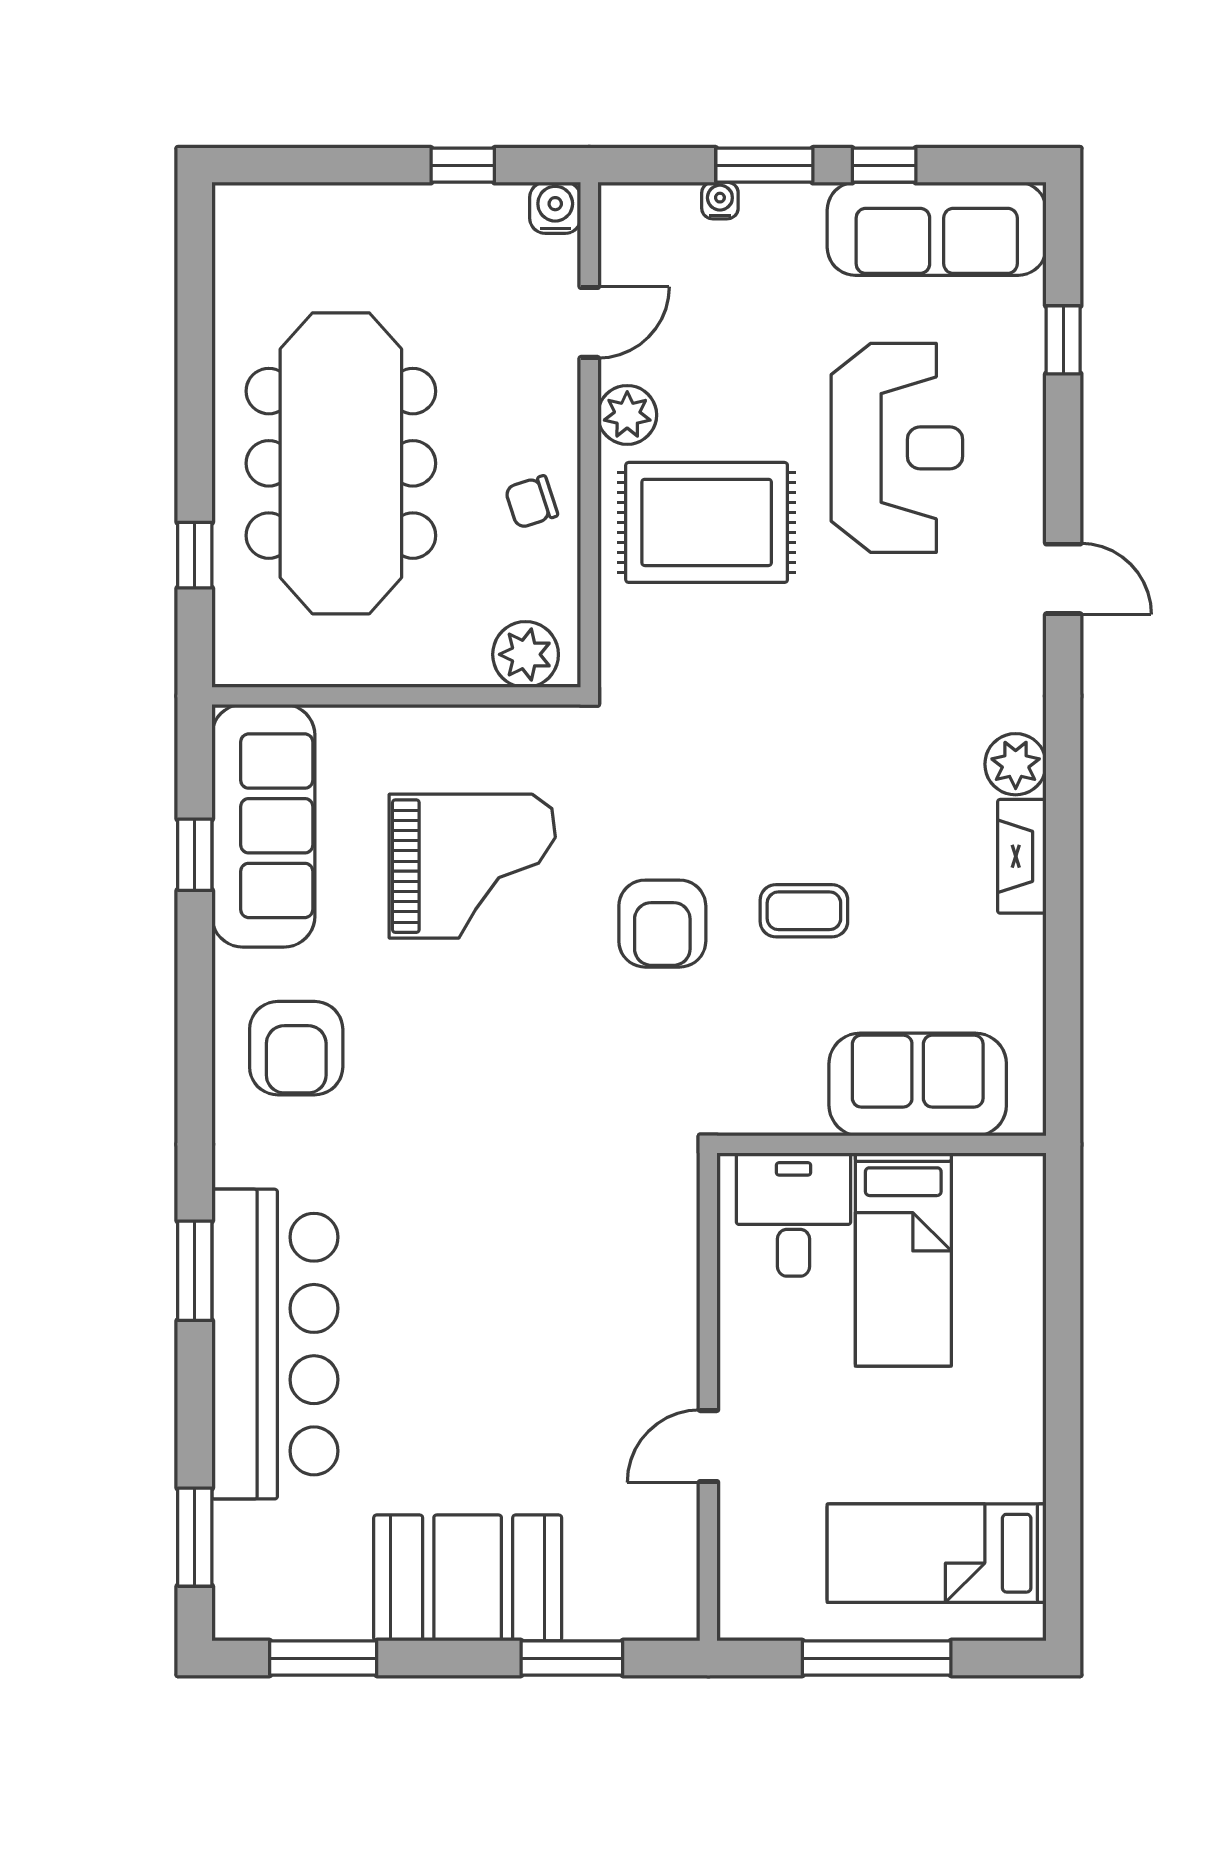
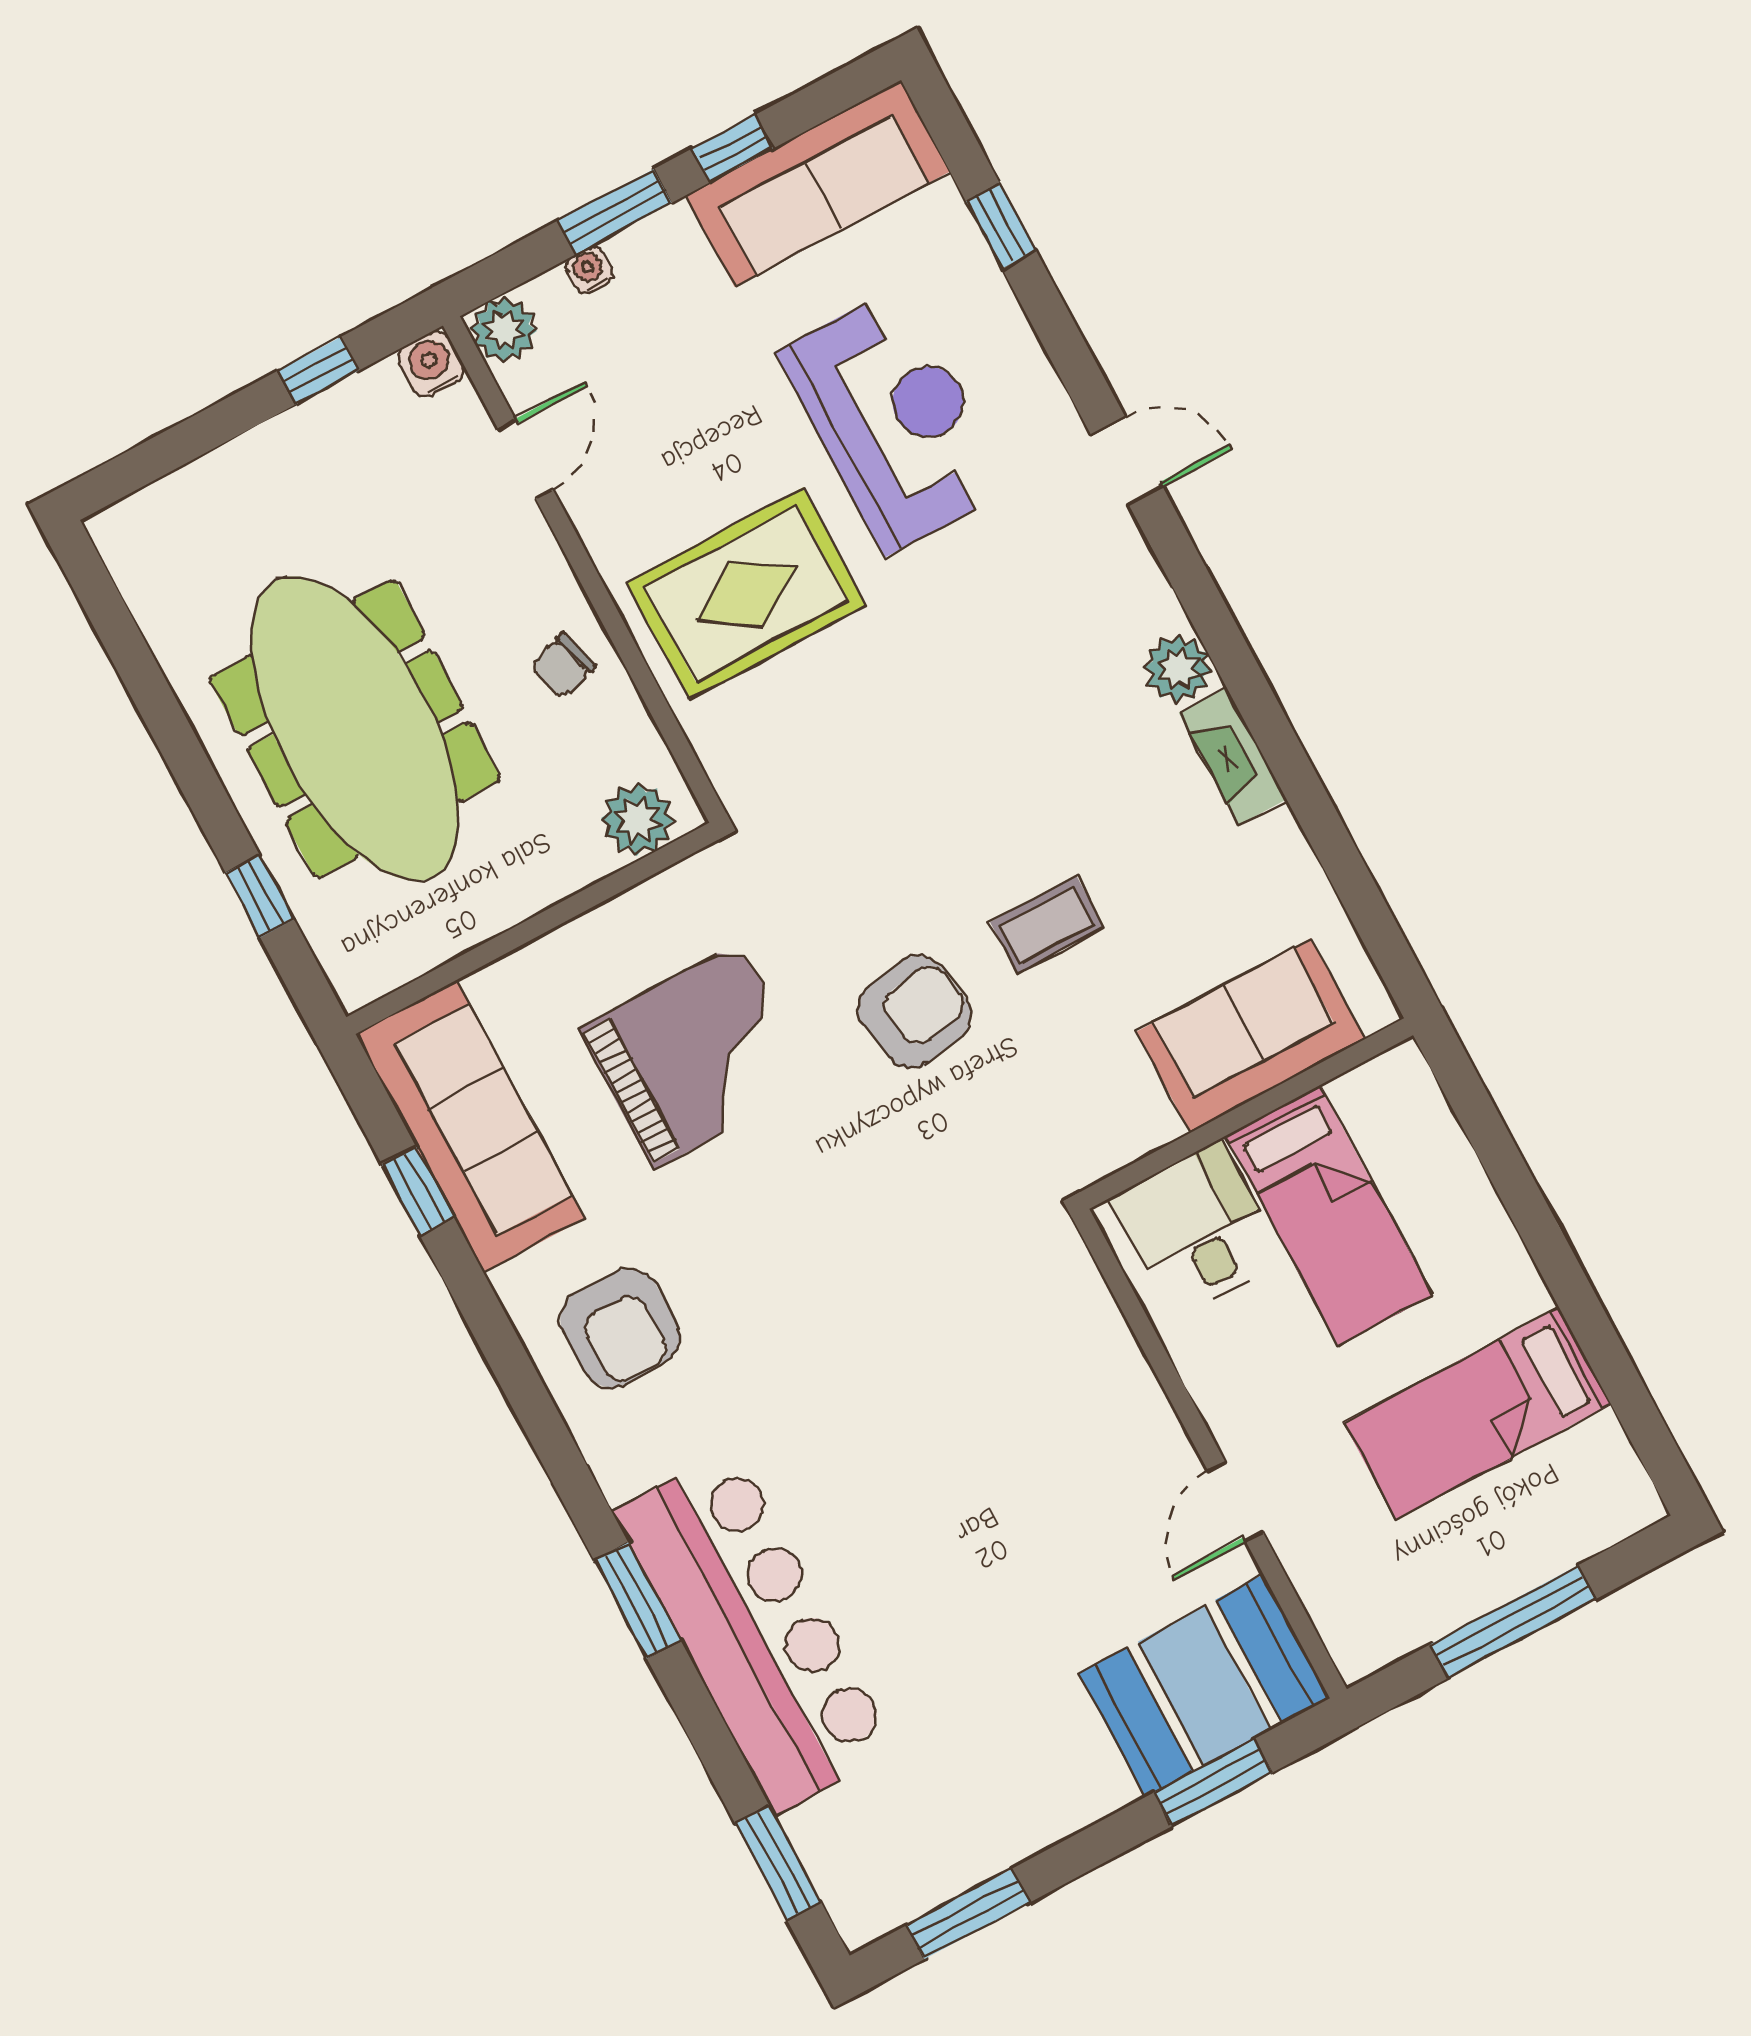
plant: (627, 415) -> (504, 330), moved
armchair: (662, 924) -> (914, 1012), turned -100
bed: (937, 1553) -> (1477, 1413), moved
booth: (468, 1578) -> (1204, 1686), moved

